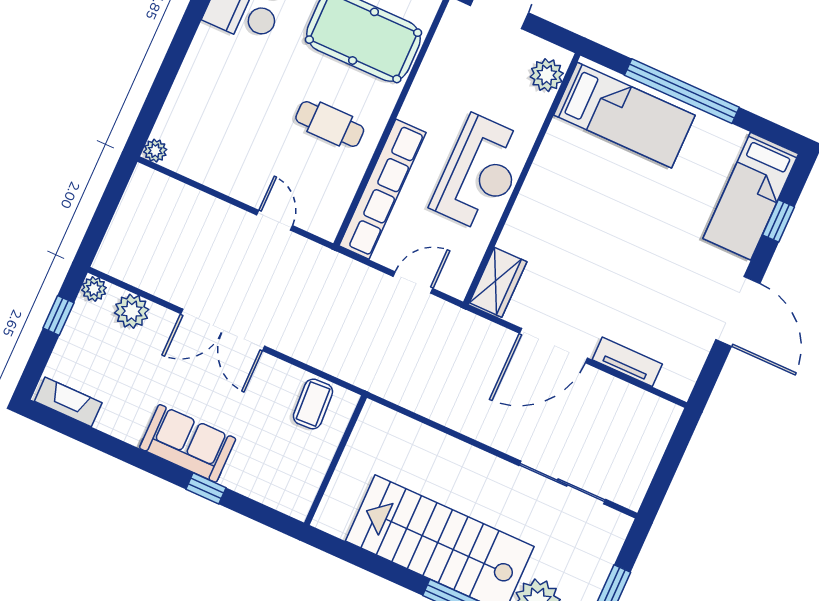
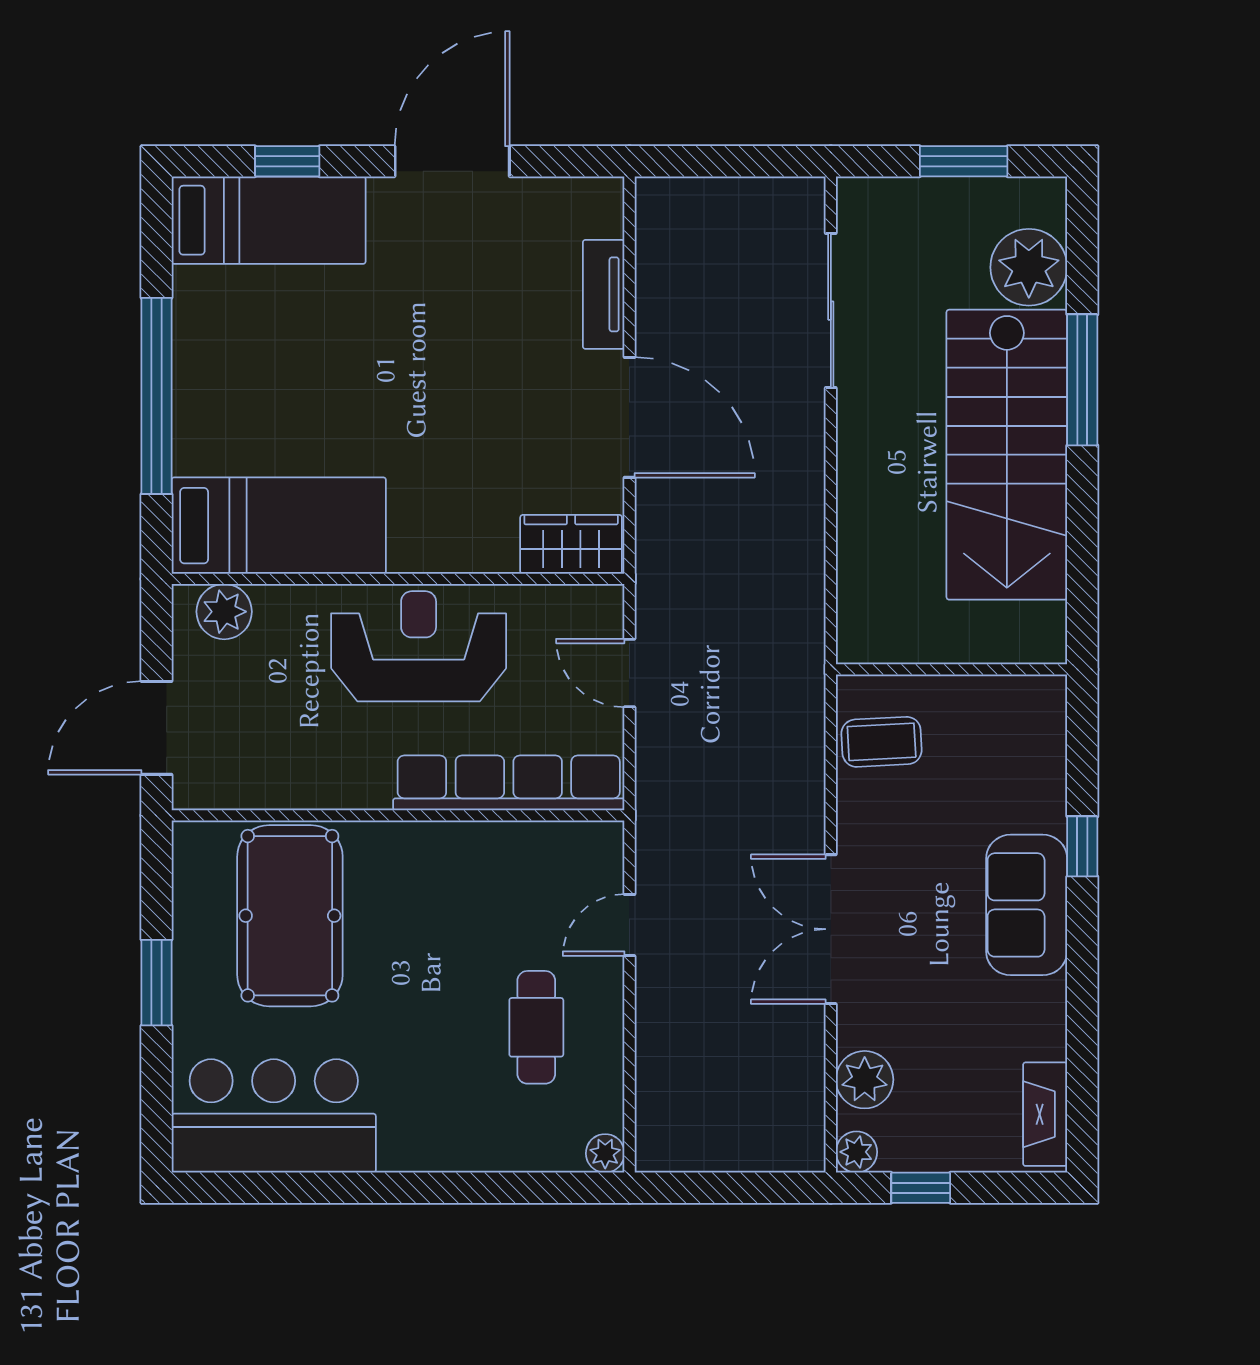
bed: (624, 115) -> (279, 526), moved, turned 90
cafe table: (330, 124) -> (536, 1027), moved
double door: (223, 330) -> (831, 929), swing flipped

